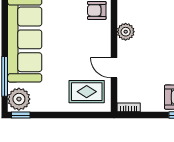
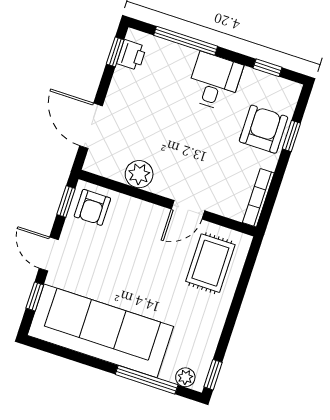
plant: (19, 99) -> (185, 377), width x0.53, depth x0.53
bookcase: (129, 107) -> (258, 198), width x1.56

